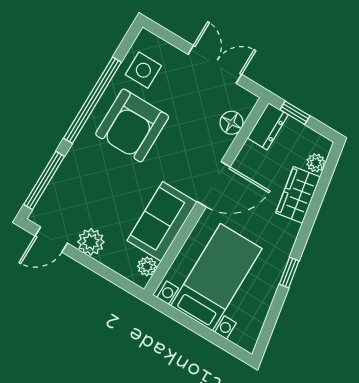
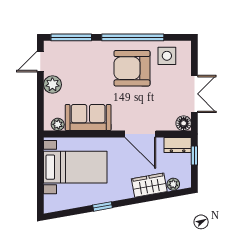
floor lamp: (232, 123) -> (184, 123), moved
door: (214, 184) -> (140, 134), moved
door: (51, 239) -> (40, 61), hinge flipped

